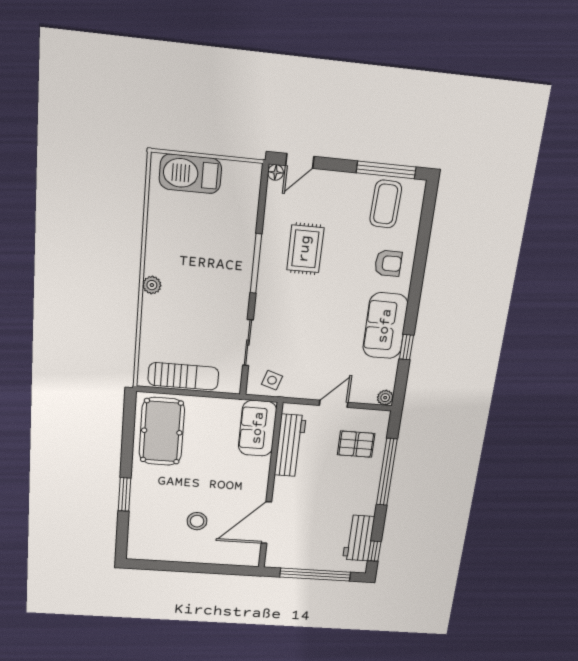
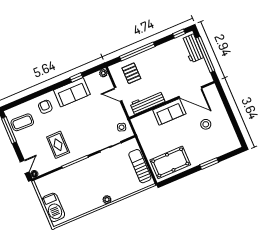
door: (300, 161) -> (25, 167), hinge flipped
rug: (305, 249) -> (58, 145), turned 90
sofa: (258, 428) -> (169, 112), moved
workbench: (359, 538) -> (192, 48), moved, turned 90

